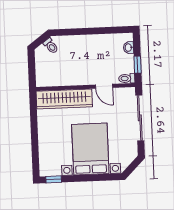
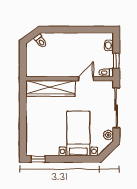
door: (104, 86) -> (86, 79), swing flipped
bed with nightstands: (90, 149) -> (78, 134), width x0.73
plant: (132, 149) -> (108, 135), added

